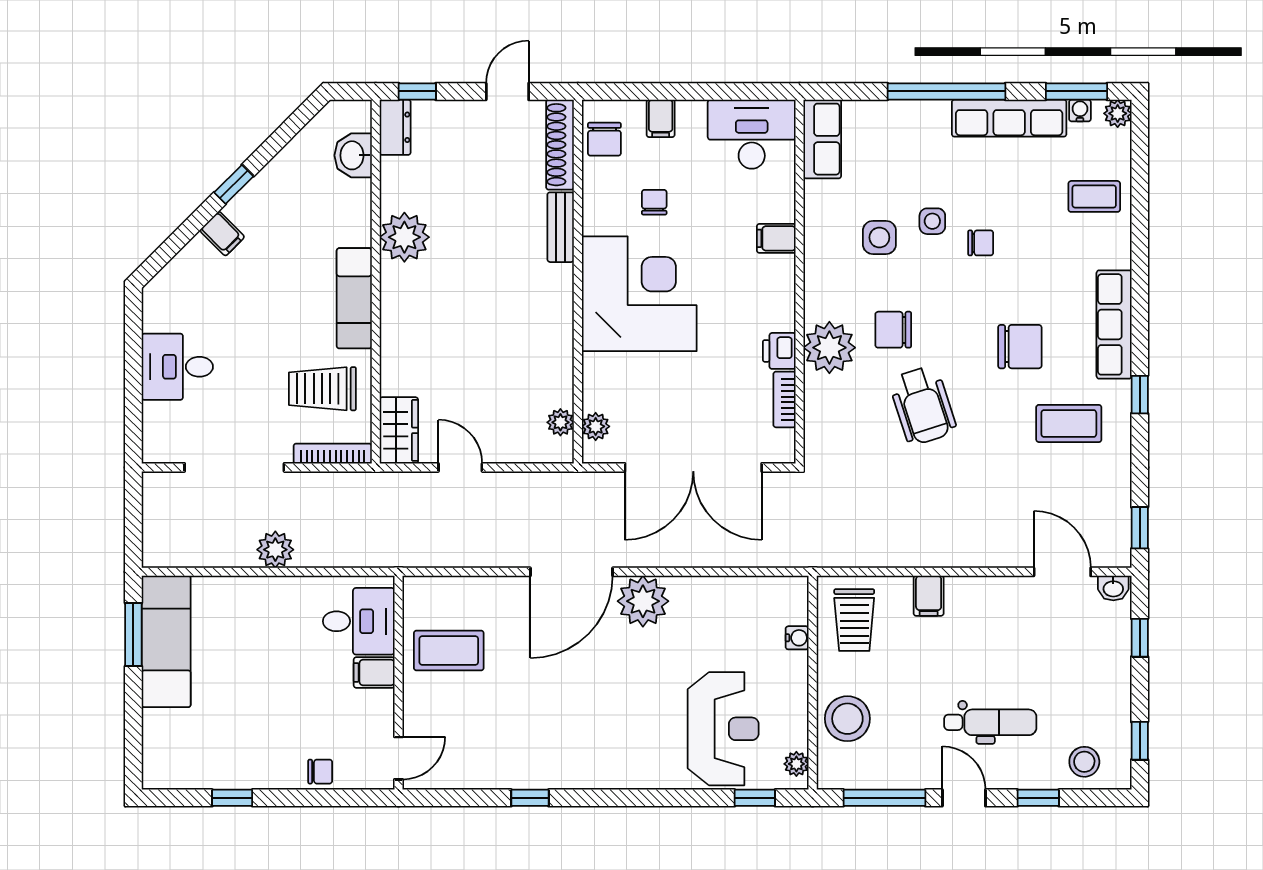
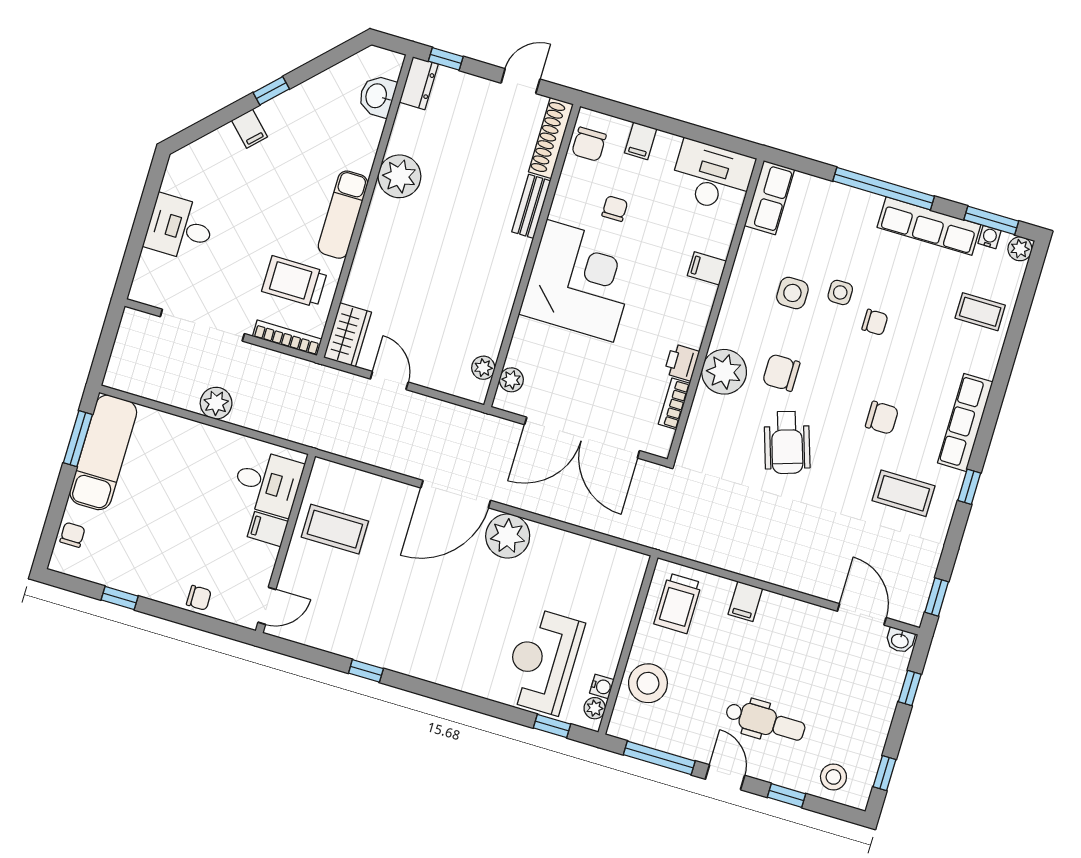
chair: (1020, 347) -> (882, 418), width x0.73, depth x0.73
water cooler: (797, 638) -> (602, 686), moved
reception desk: (723, 729) -> (543, 661), turned 180
chair: (159, 743) -> (72, 535), added

